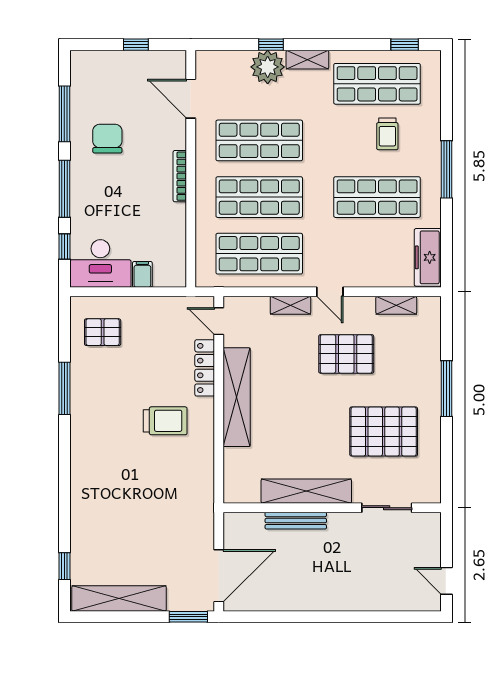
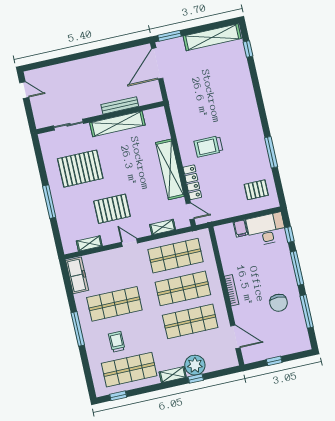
shelving: (290, 305) -> (163, 227), moved

